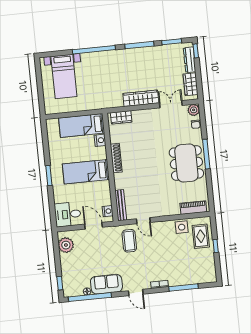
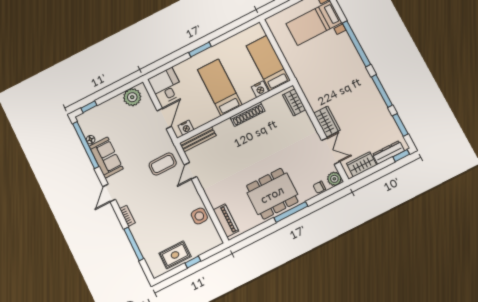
wardrobe: (141, 98) -> (327, 122), width x0.67
rug: (201, 236) -> (175, 255), moved

